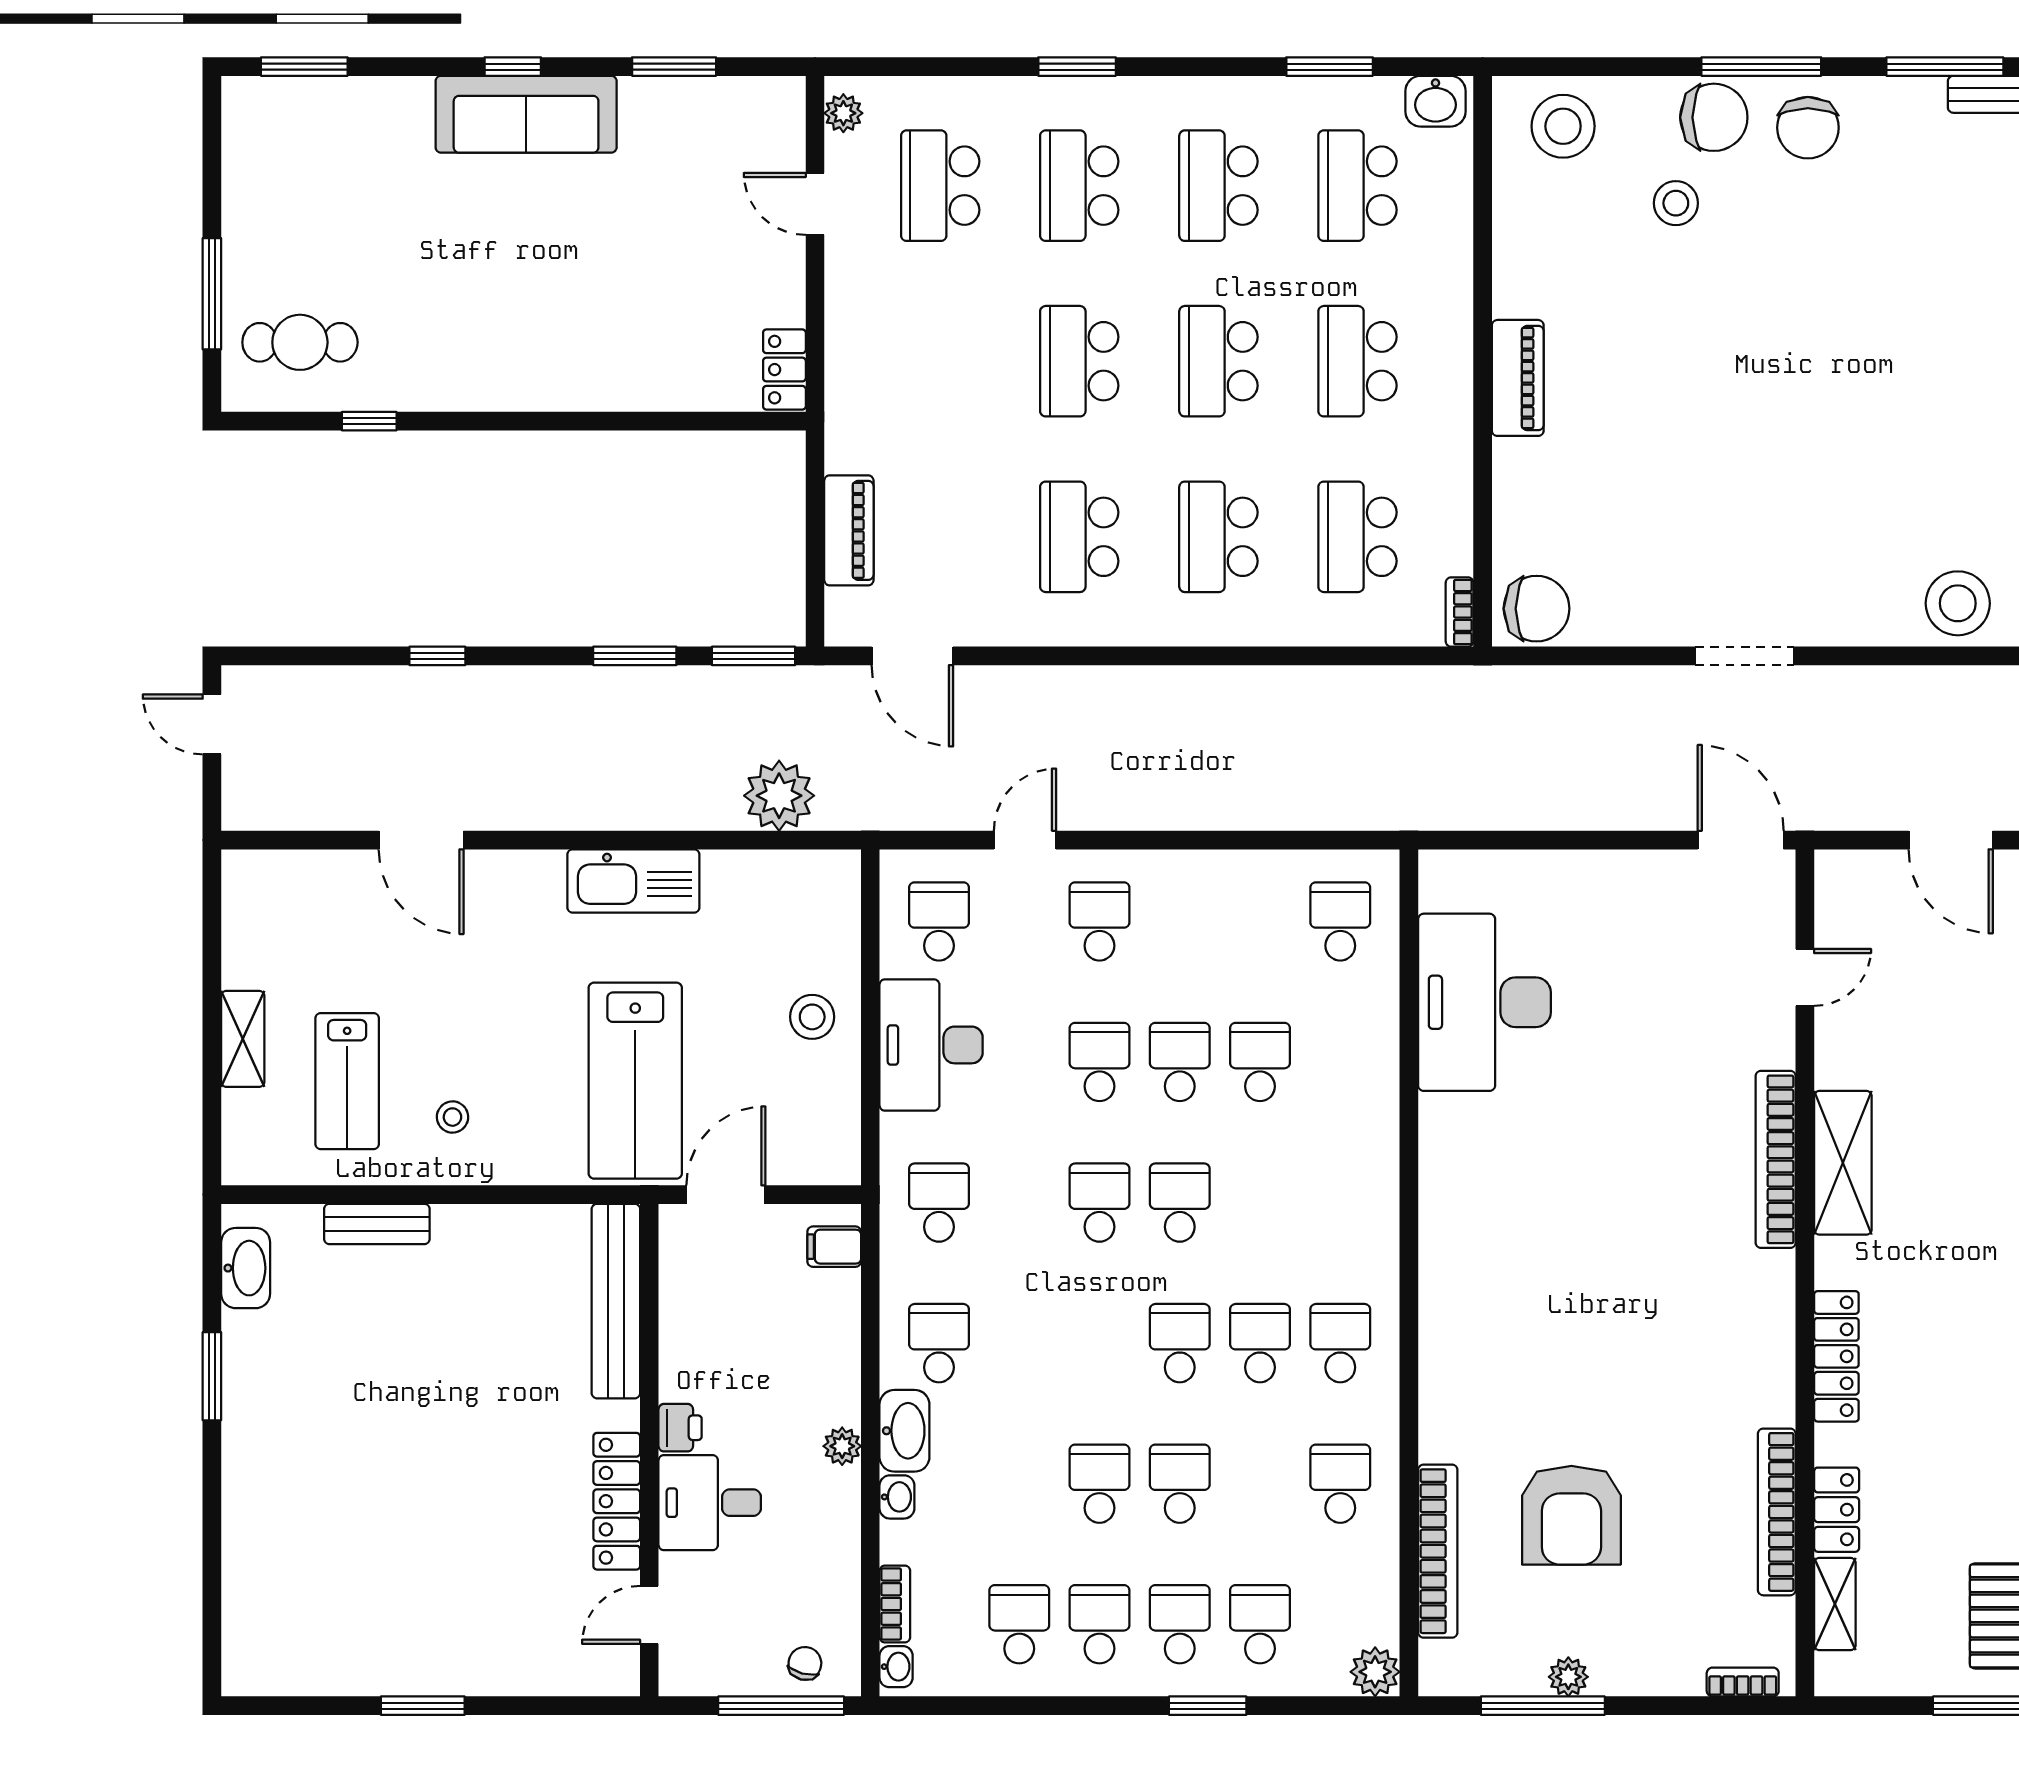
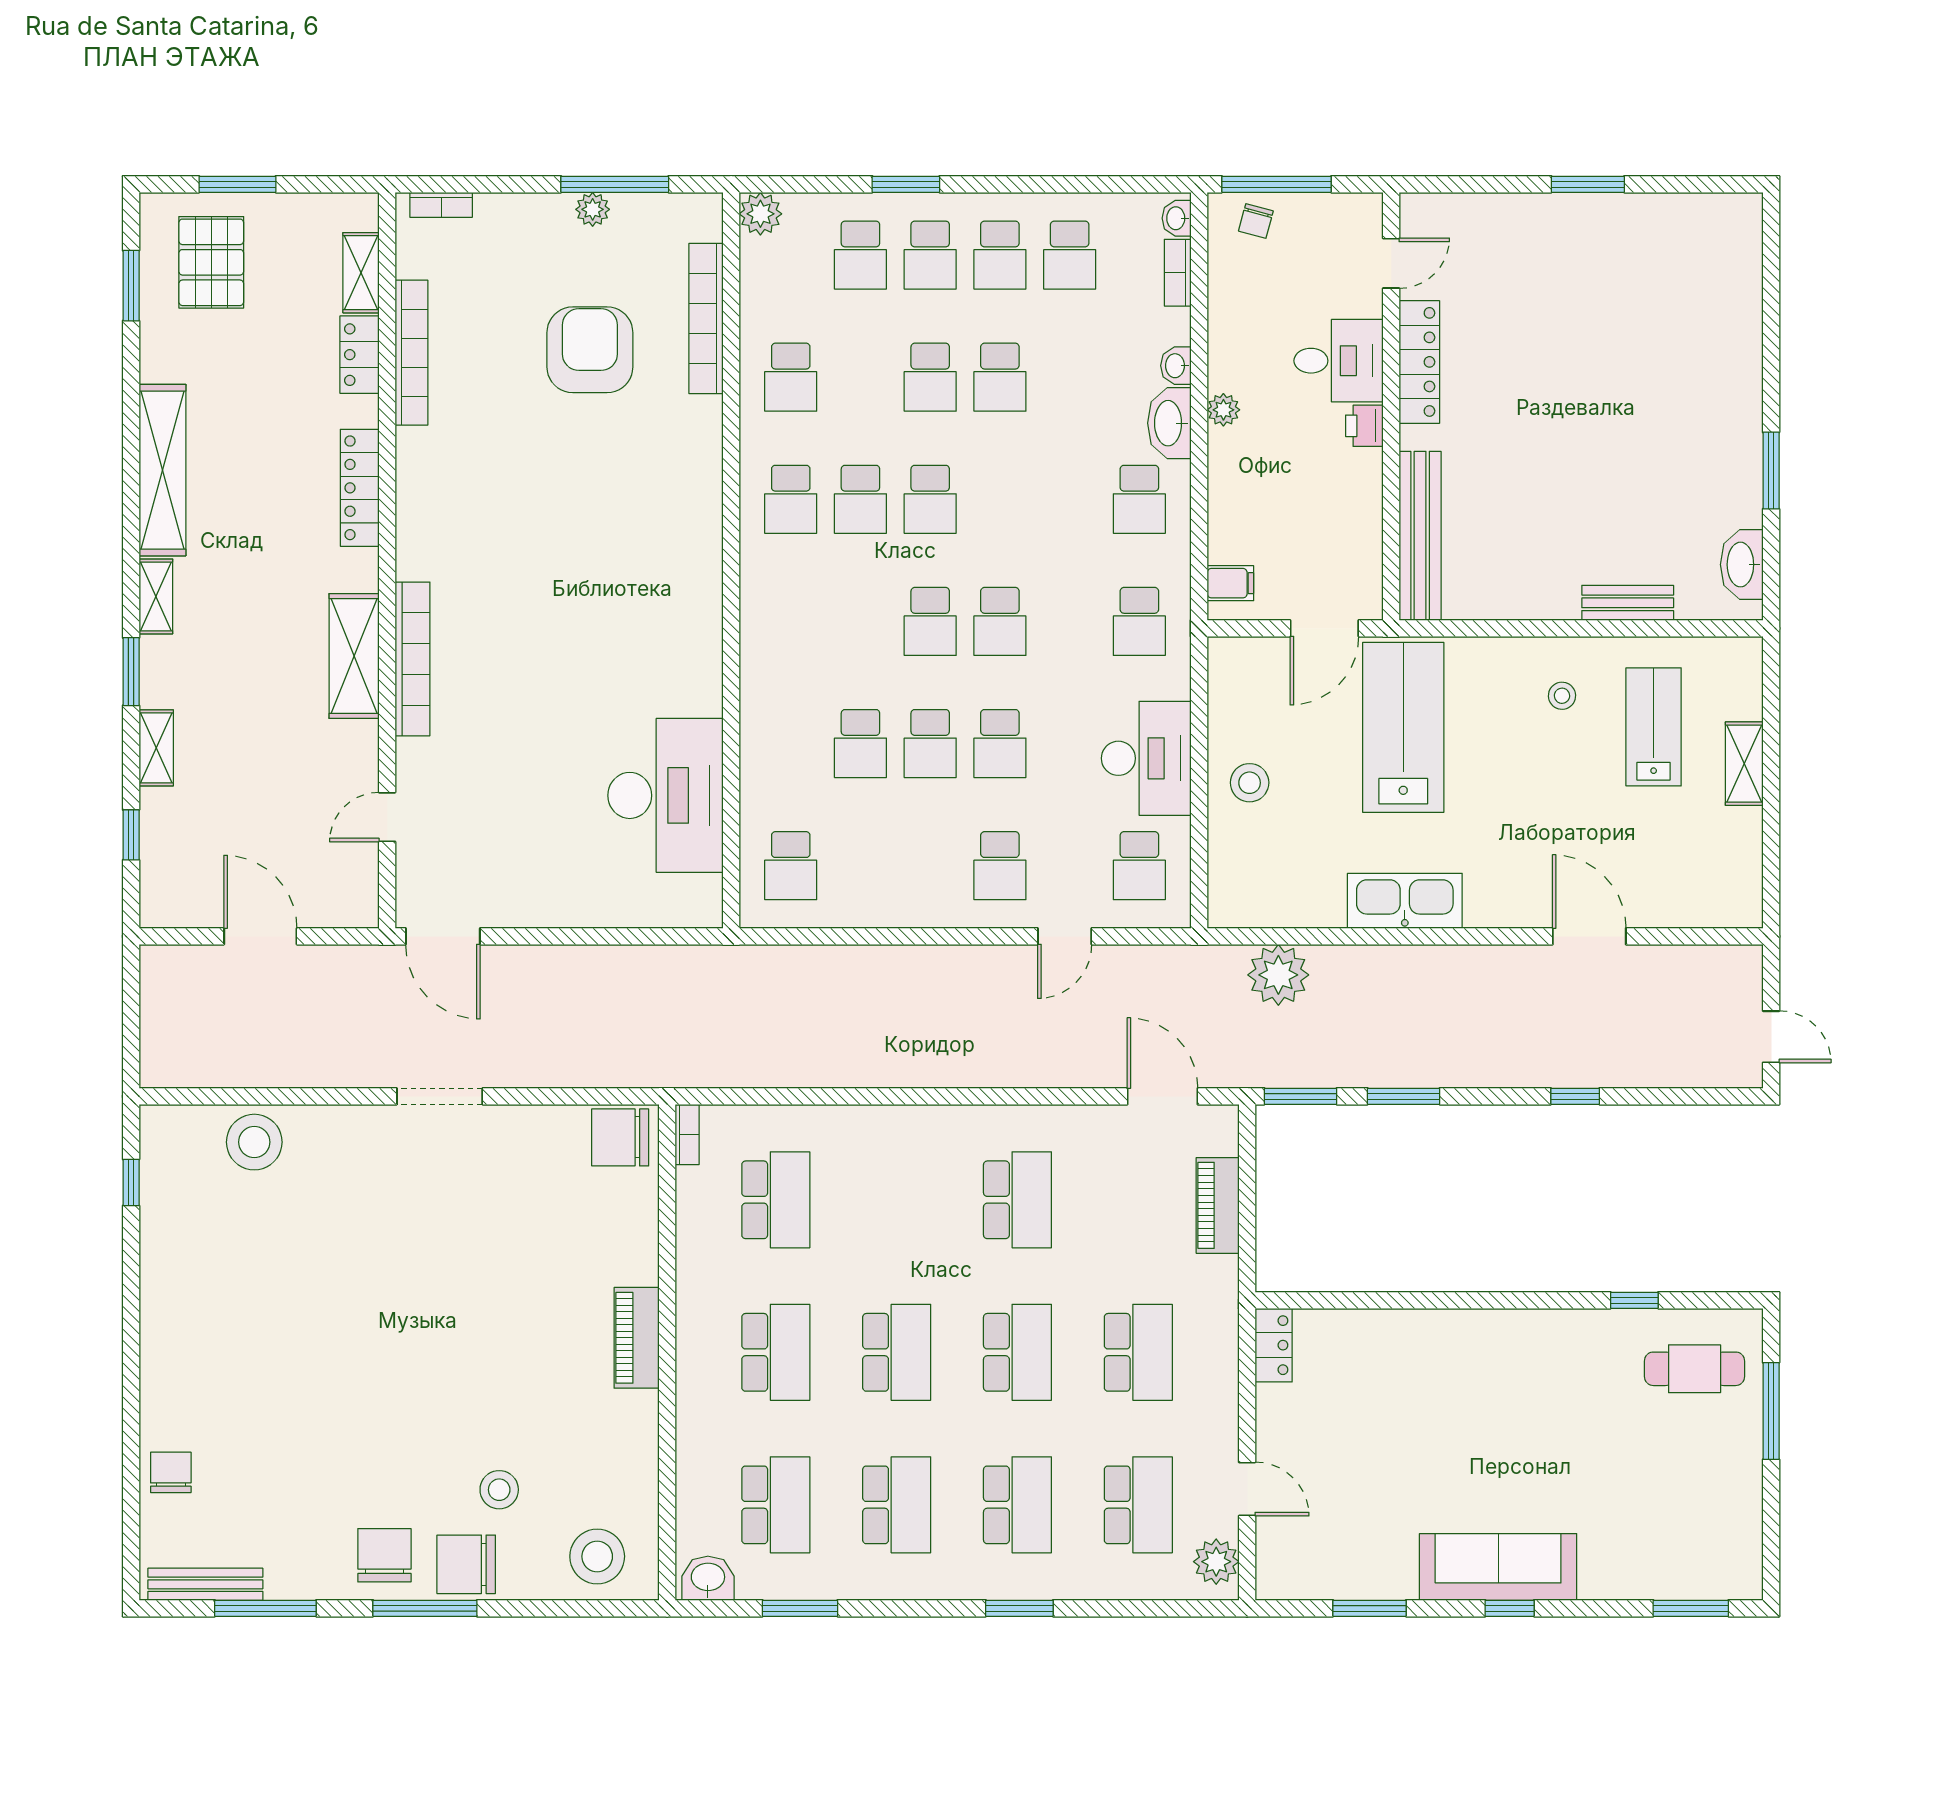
plant: (843, 113) -> (1216, 1562), width x1.38, depth x1.38
school desk: (1218, 537) -> (1138, 1352), moved

